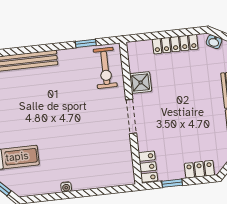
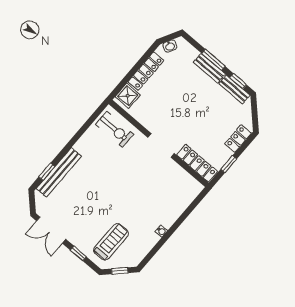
window: (86, 43) -> (47, 172), moved
shower: (141, 82) -> (128, 96), moved
locker: (148, 167) -> (197, 163), width x1.53

